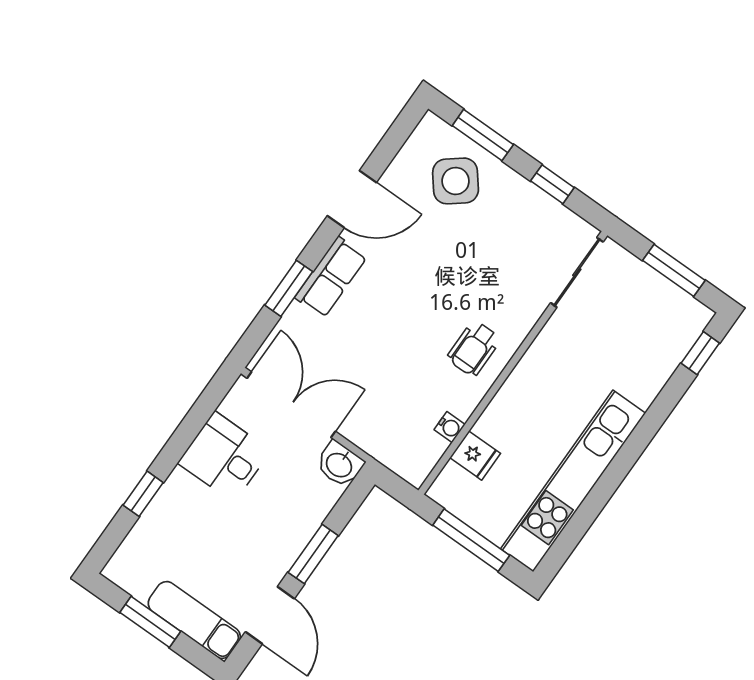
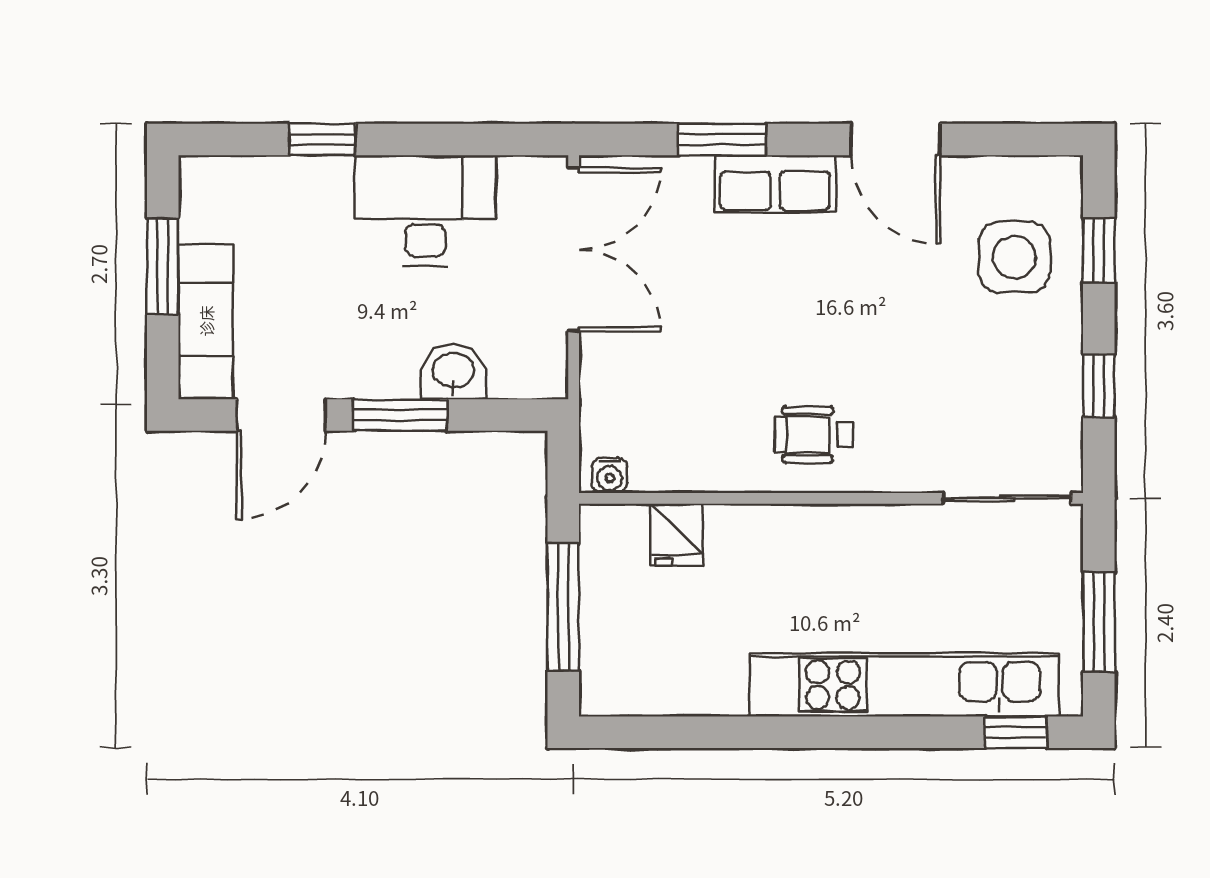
window: (483, 135) -> (1099, 250), width x0.67
side table: (456, 181) -> (1014, 257), turned 38
water cooler: (450, 427) -> (610, 475), moved
desk: (224, 457) -> (425, 211), width x1.37
washbasin: (340, 464) -> (453, 372), moved, turned 90
kitchen unit: (573, 481) -> (904, 685), moved

